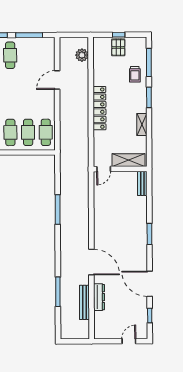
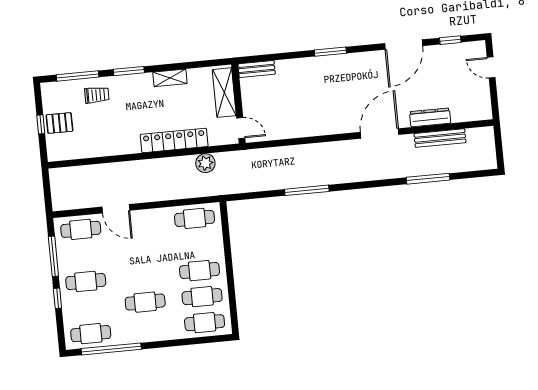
plant: (82, 55) -> (205, 163), moved
locker: (99, 108) -> (174, 140), moved
cafe table: (28, 132) -> (81, 229), moved

